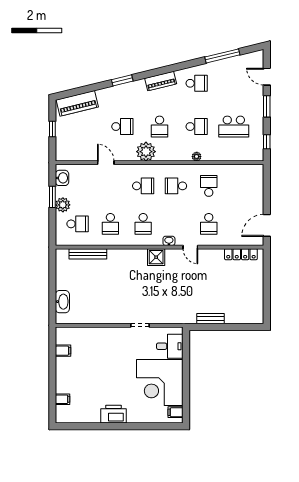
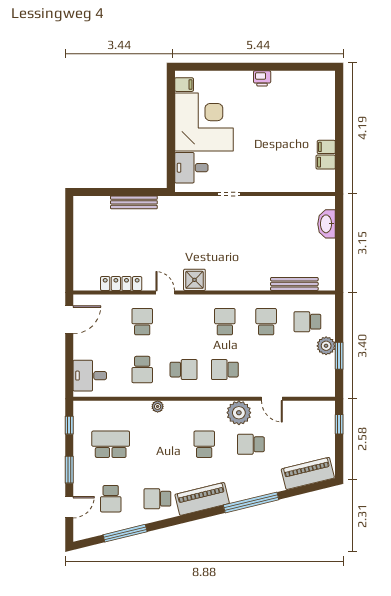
door: (267, 77) -> (69, 507), hinge flipped
window: (122, 80) -> (251, 502), width x2.11
piano: (161, 81) -> (202, 499), width x1.37, depth x1.33
school desk: (197, 127) -> (111, 499), moved, turned -90
window: (52, 129) -> (339, 424), moved
plant: (146, 152) -> (239, 413), moved
washbasin: (62, 178) -> (327, 380), removed
desk: (250, 181) -> (90, 376), added
washbasin: (169, 241) -> (192, 300), removed
locker: (241, 254) -> (121, 284), moved
shower: (156, 257) -> (194, 280), moved
bench: (210, 319) -> (134, 202), width x1.36
filing cabinet: (63, 399) -> (326, 147), moved
printer: (114, 414) -> (262, 78), width x0.53, depth x0.68

